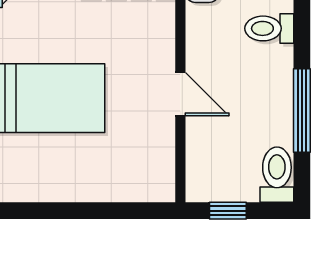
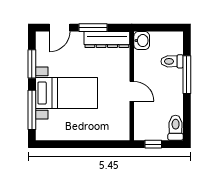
window: (302, 110) -> (187, 75), moved

